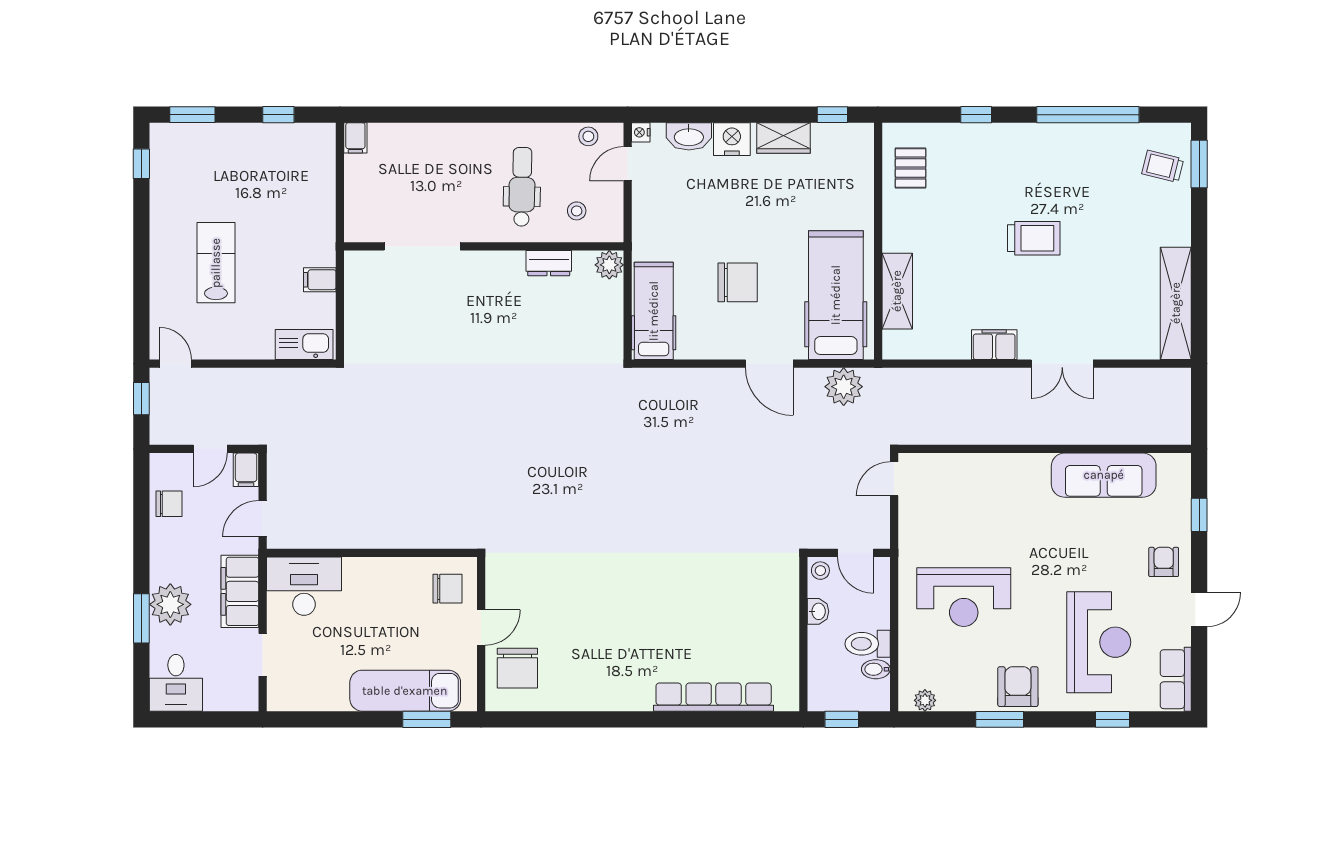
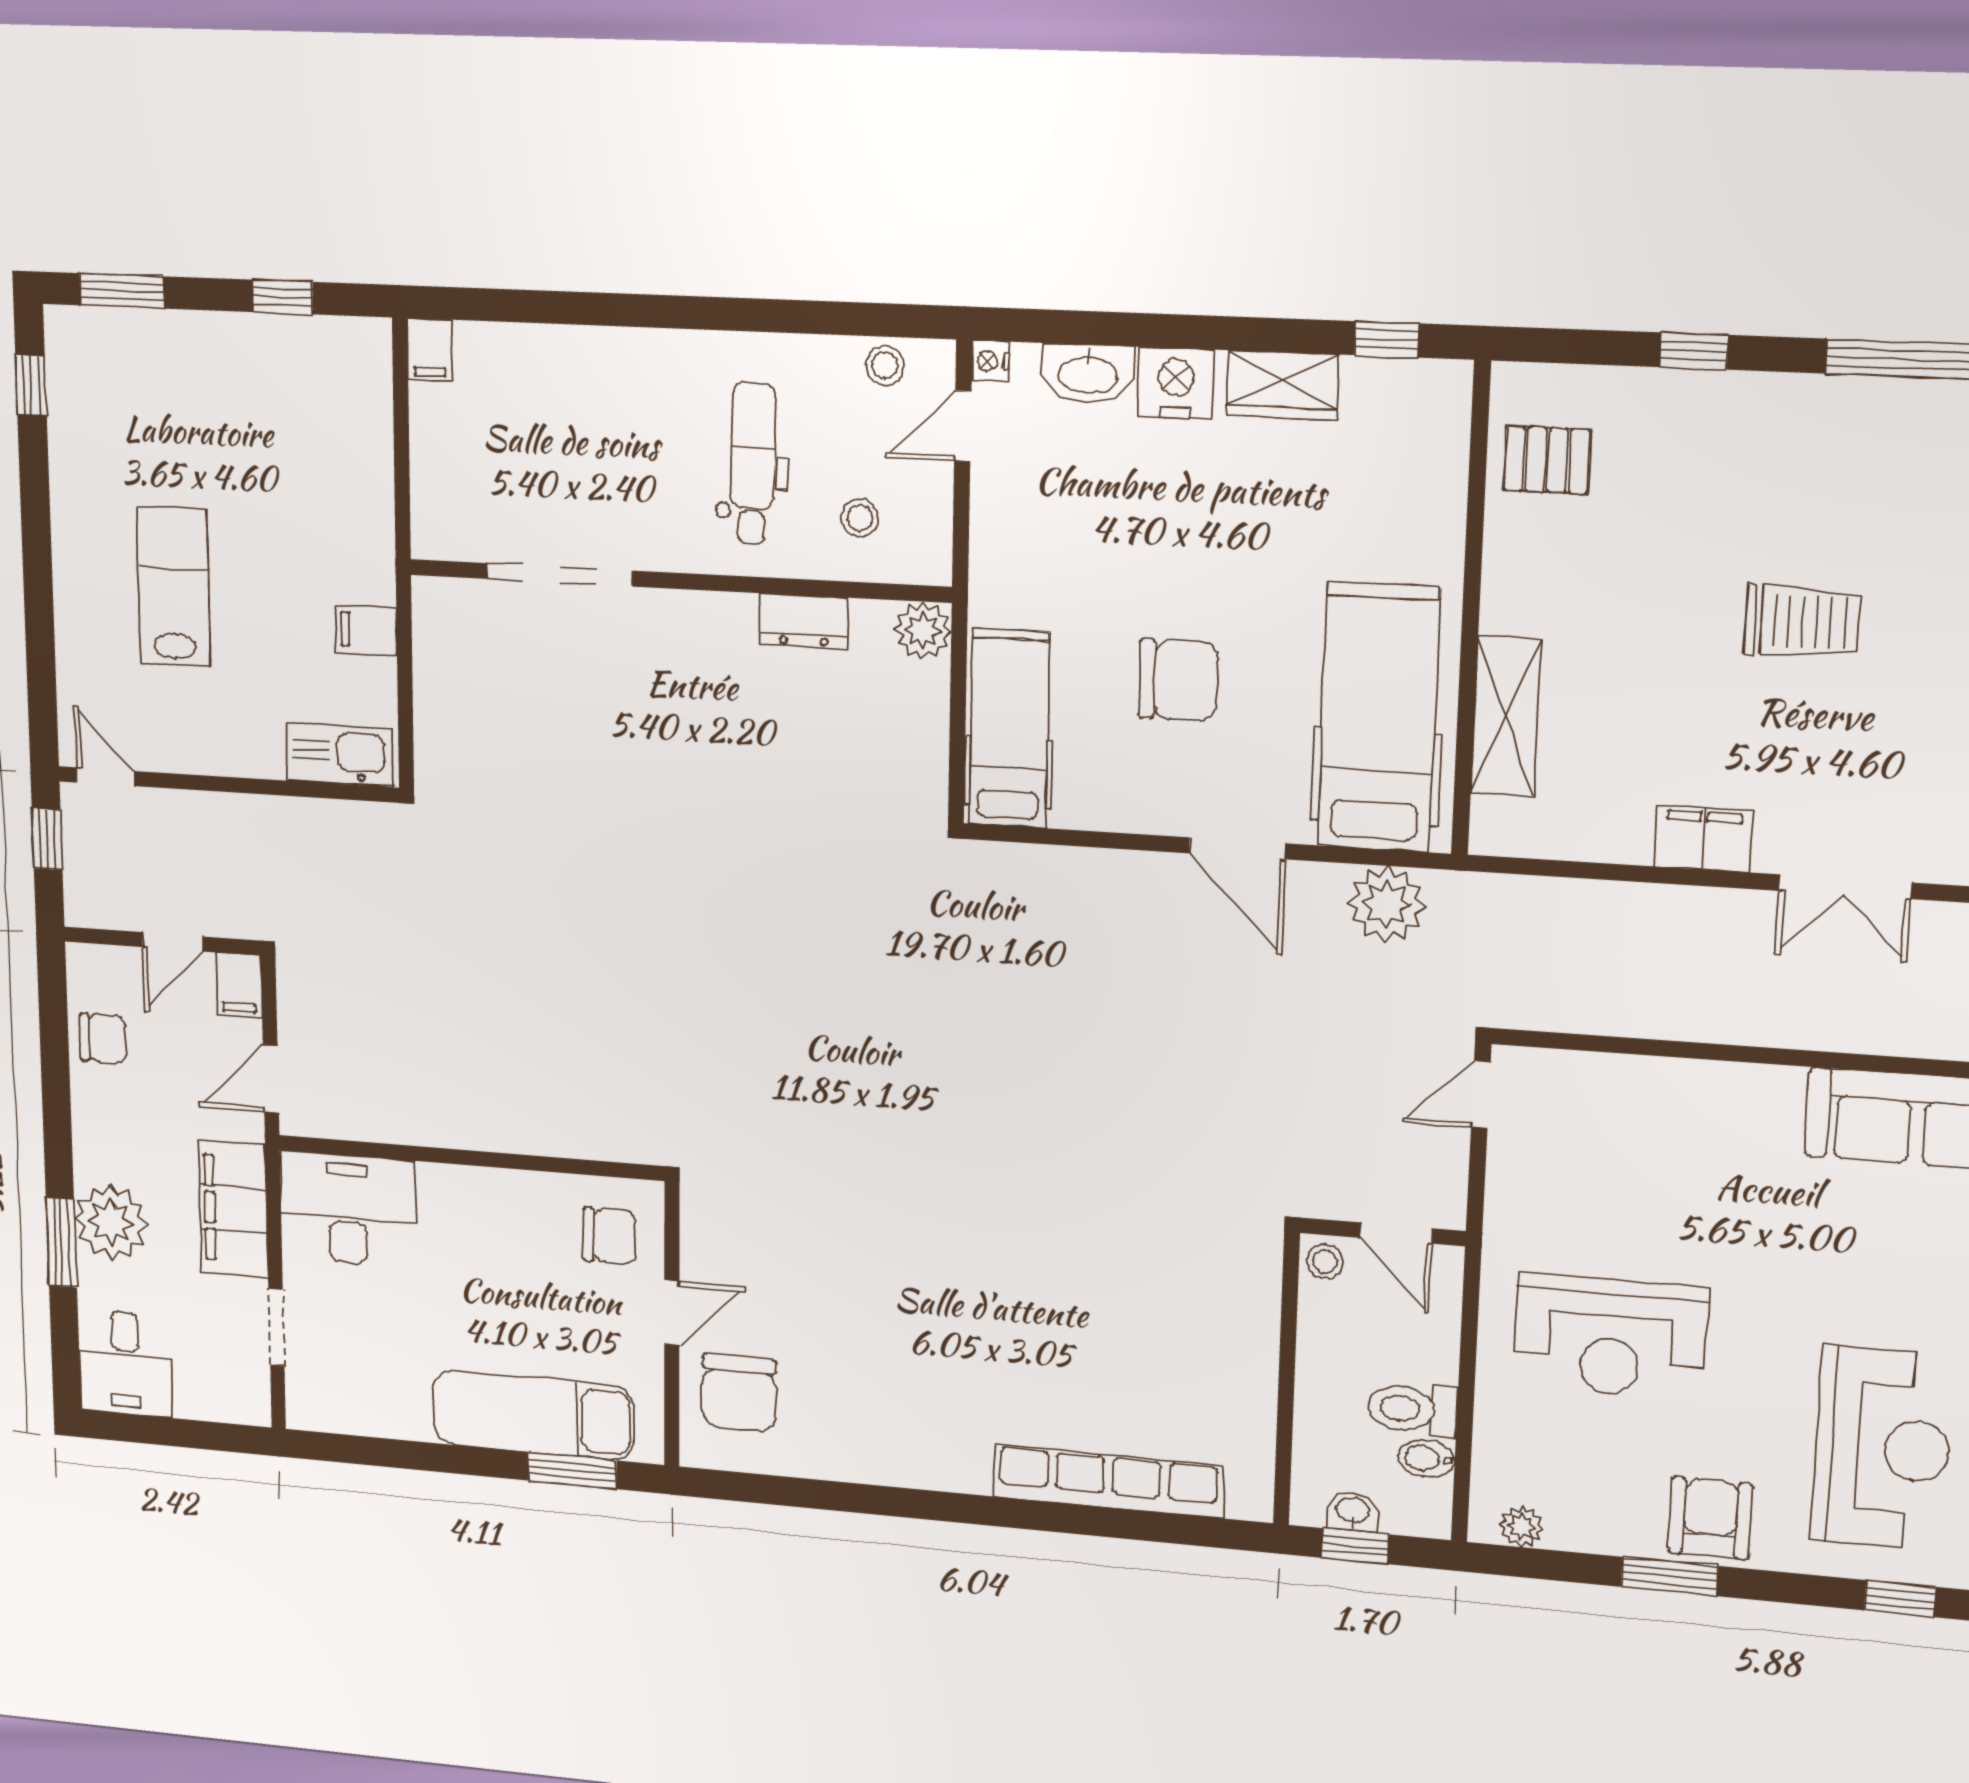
pallet: (911, 168) -> (1547, 460), turned 90
washbasin: (818, 611) -> (1353, 1511), moved, turned -90

